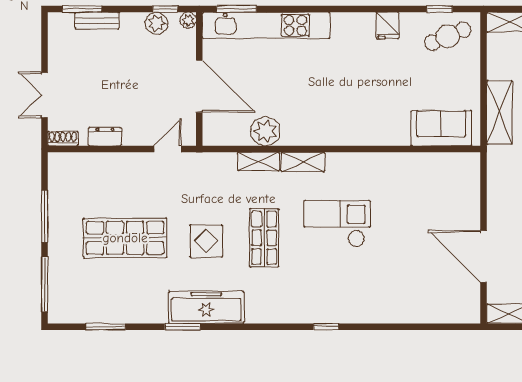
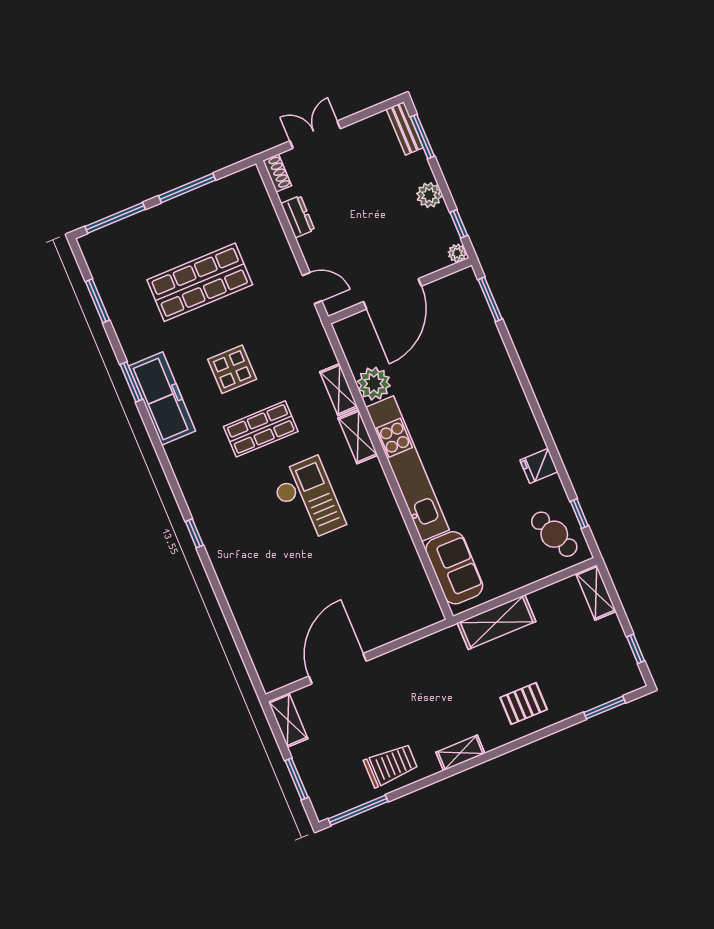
bench: (97, 21) -> (405, 128), moved
plant: (157, 23) -> (429, 195), moved
kitchen unit: (266, 25) -> (407, 469), moved, turned 180
shop shelf: (125, 238) -> (200, 282), turned 90

